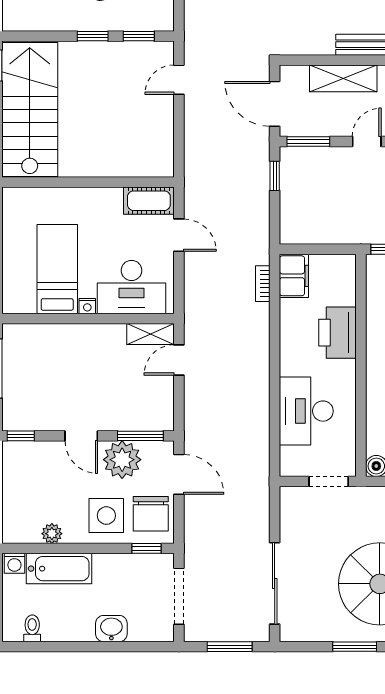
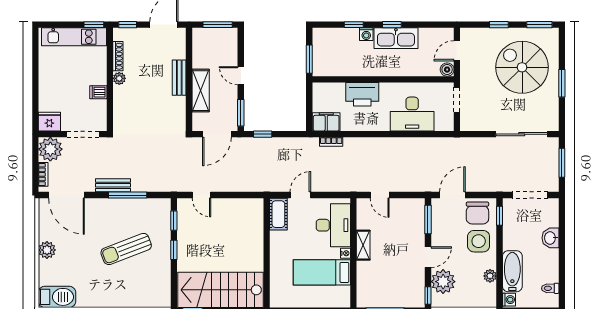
shelving: (150, 334) -> (363, 245), moved
plant: (122, 460) -> (443, 282), moved
chair: (151, 514) -> (477, 213), turned 90

